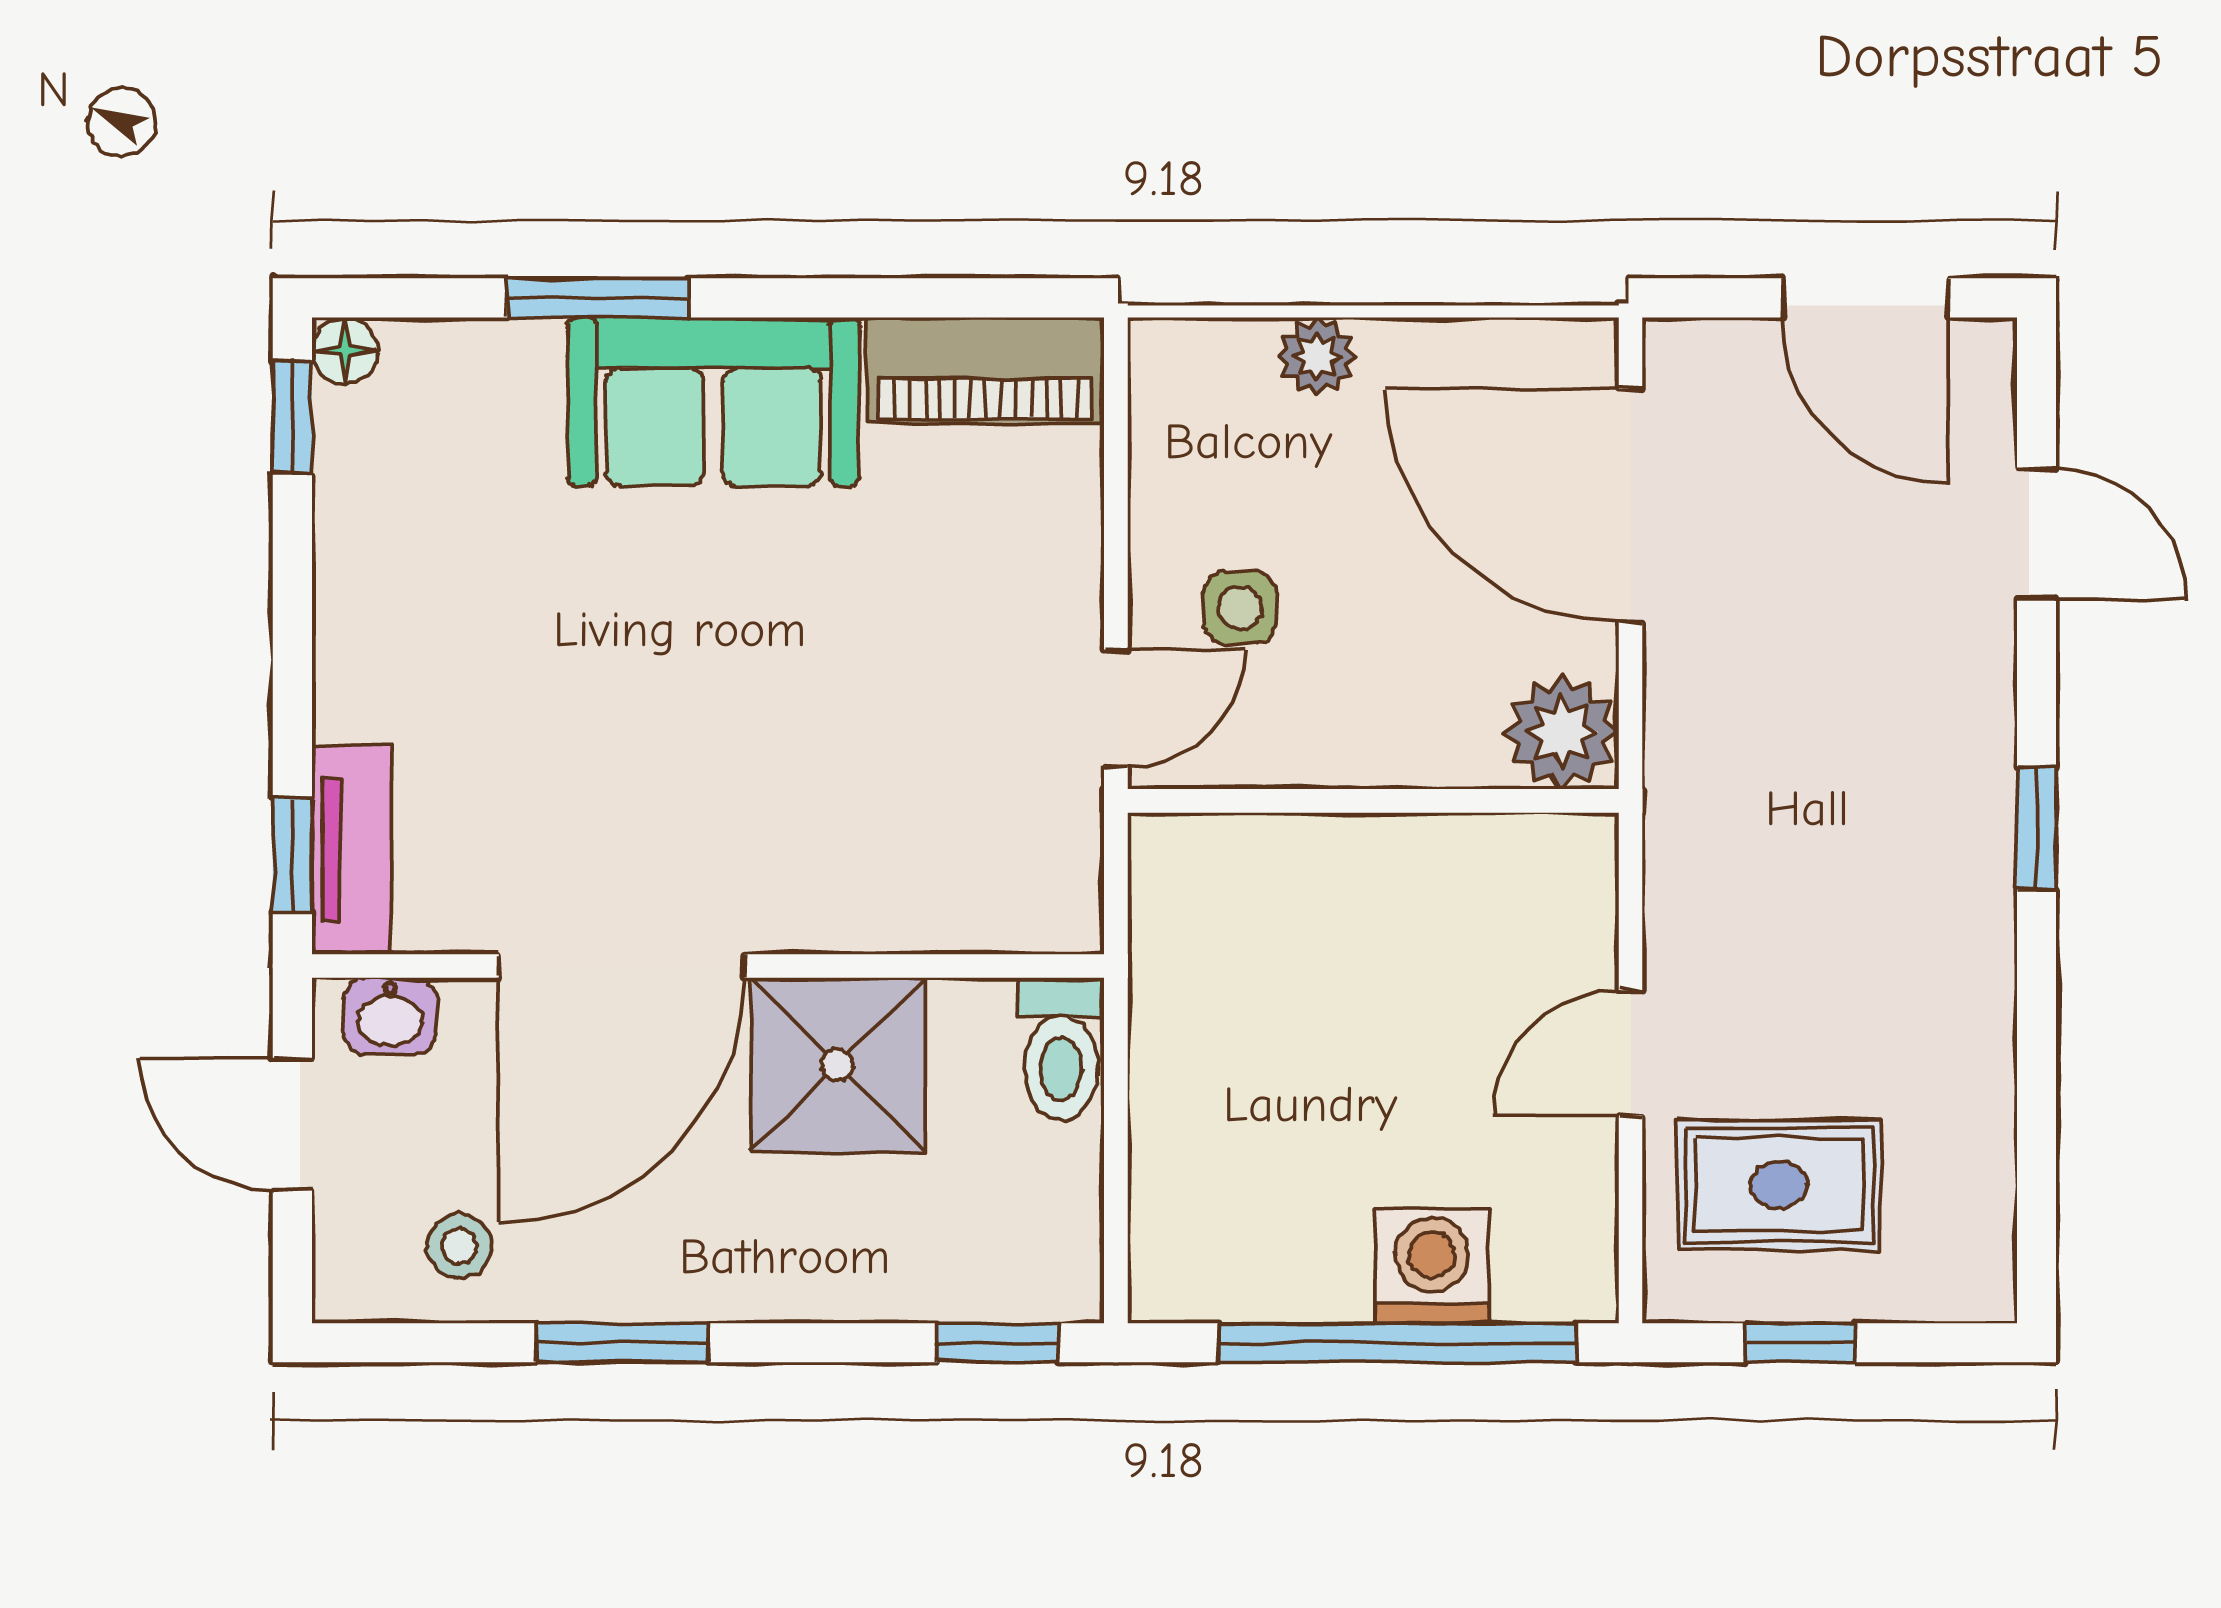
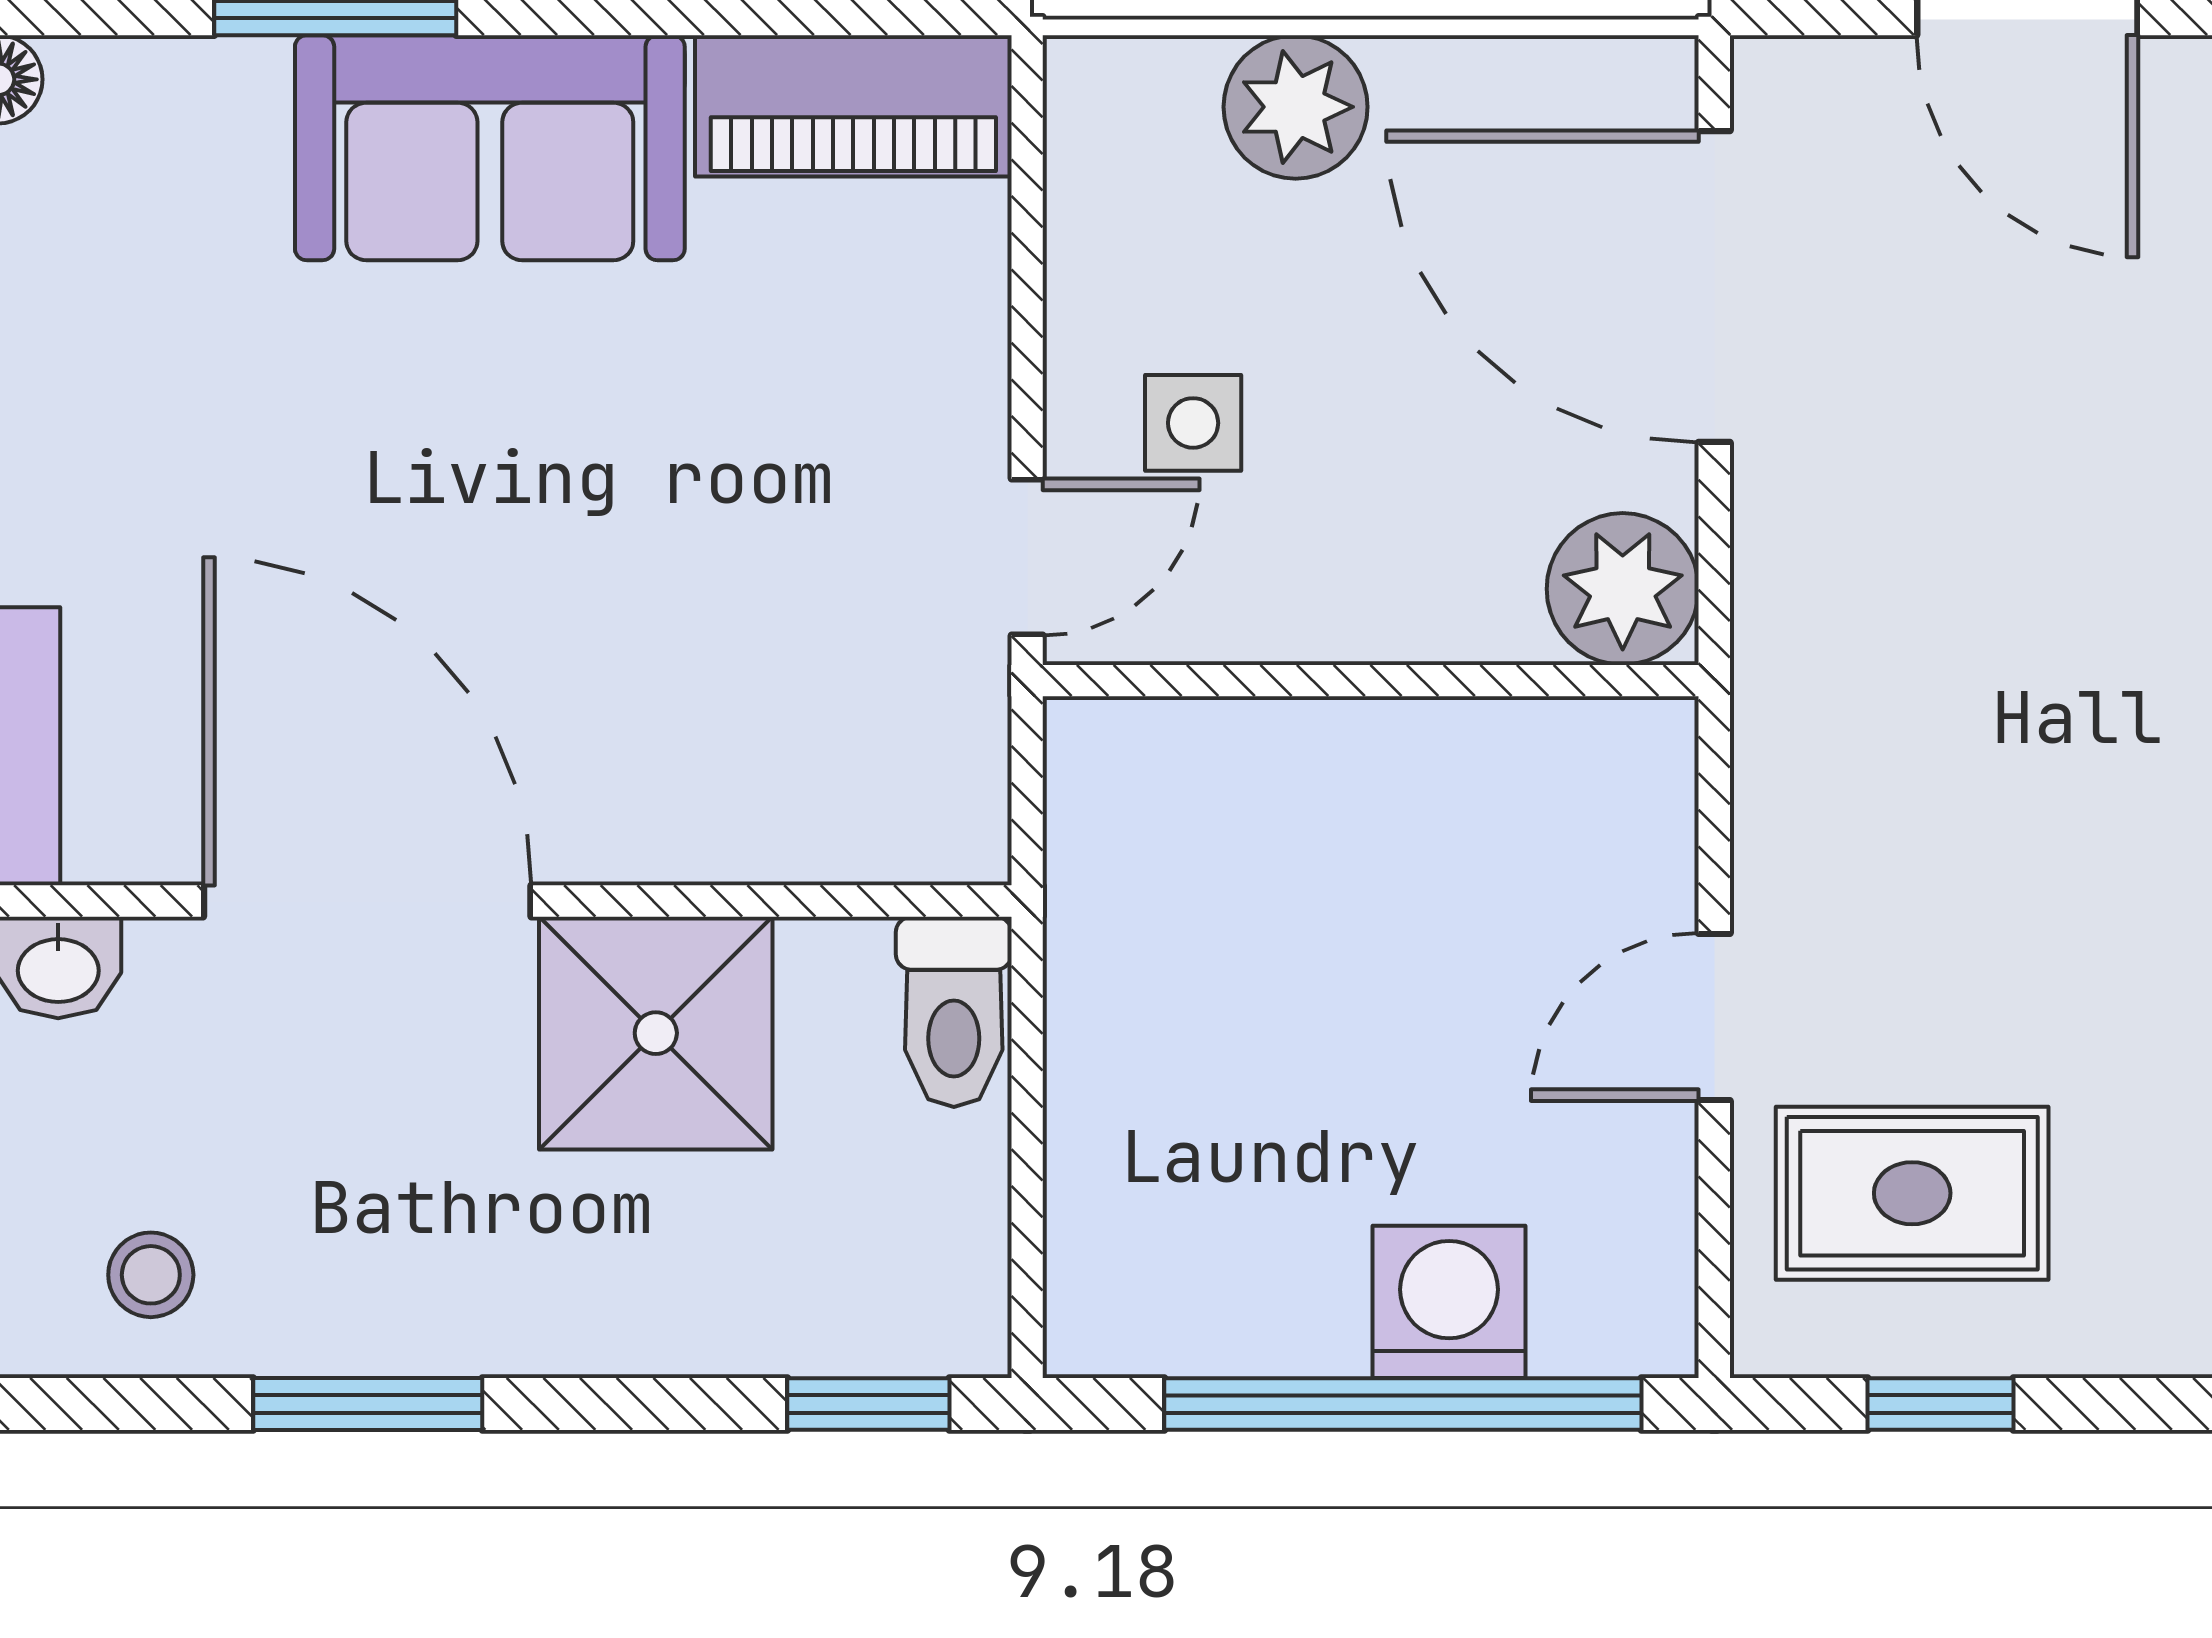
plant: (1317, 356) -> (1296, 107), width x1.38, depth x1.38
door: (622, 966) -> (367, 901), swing flipped

